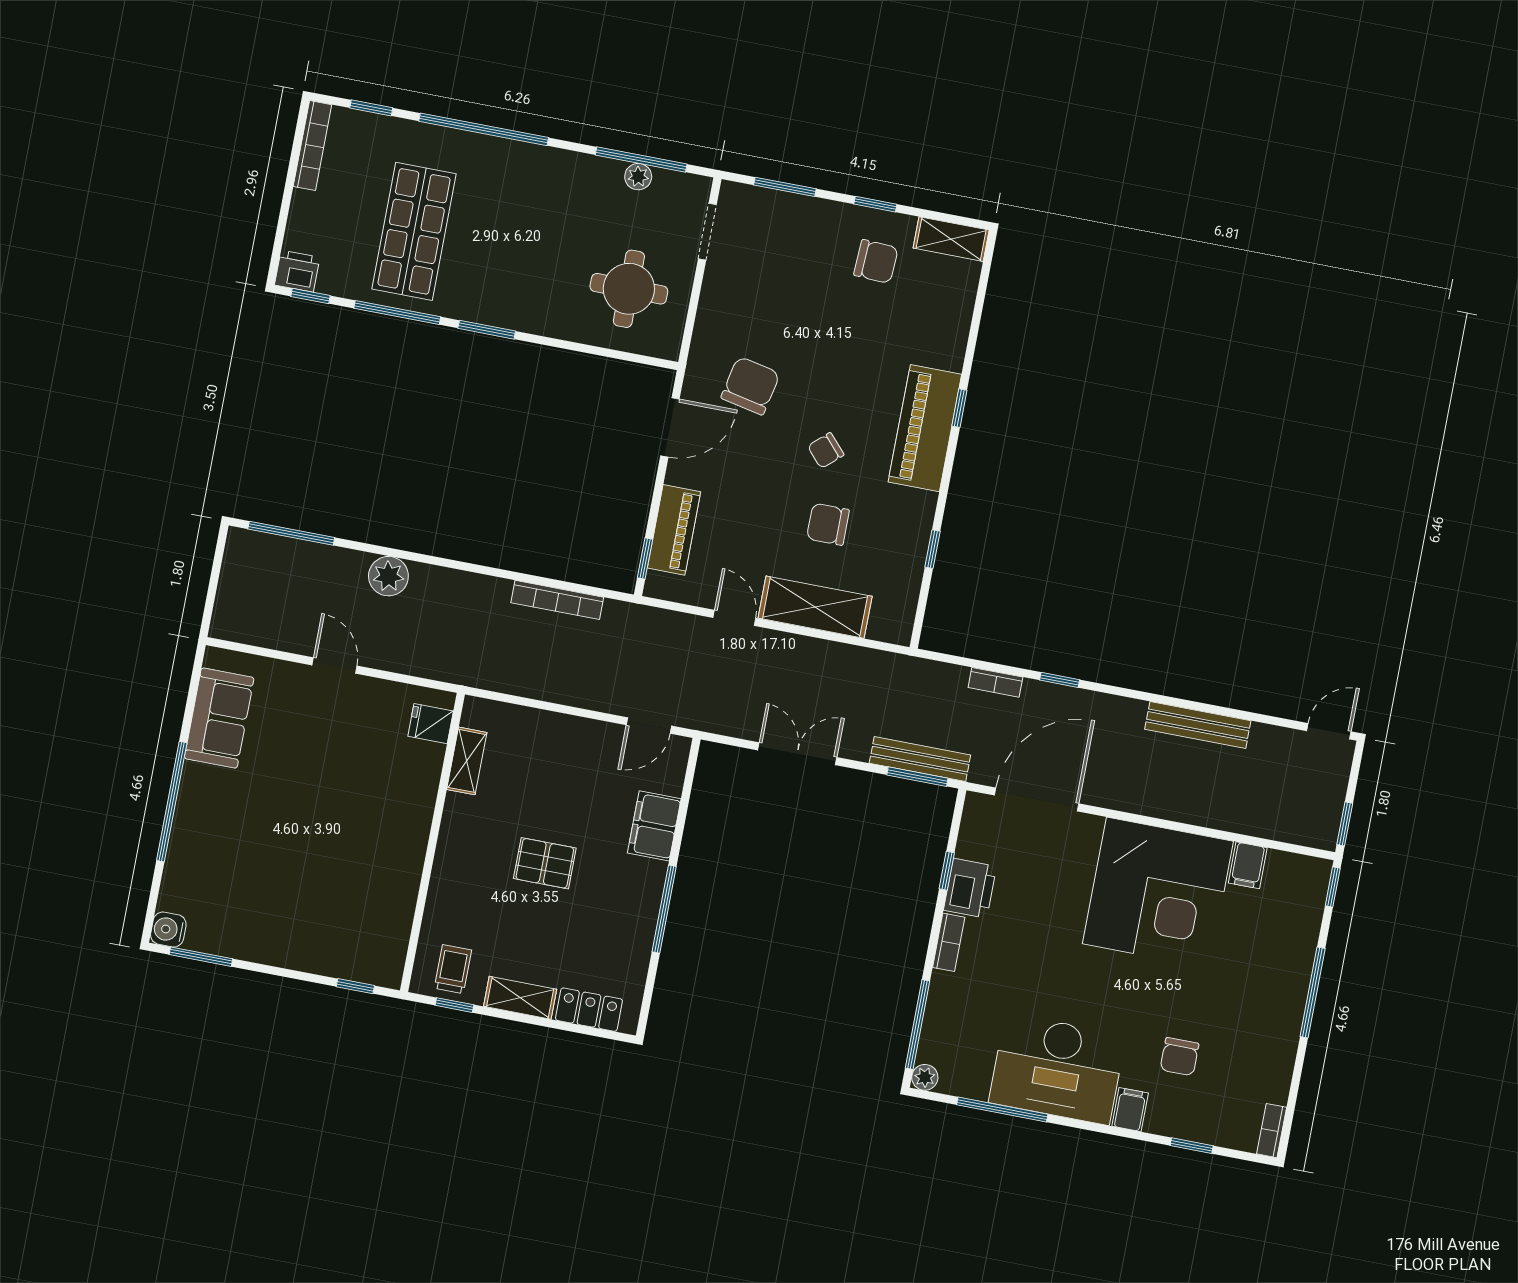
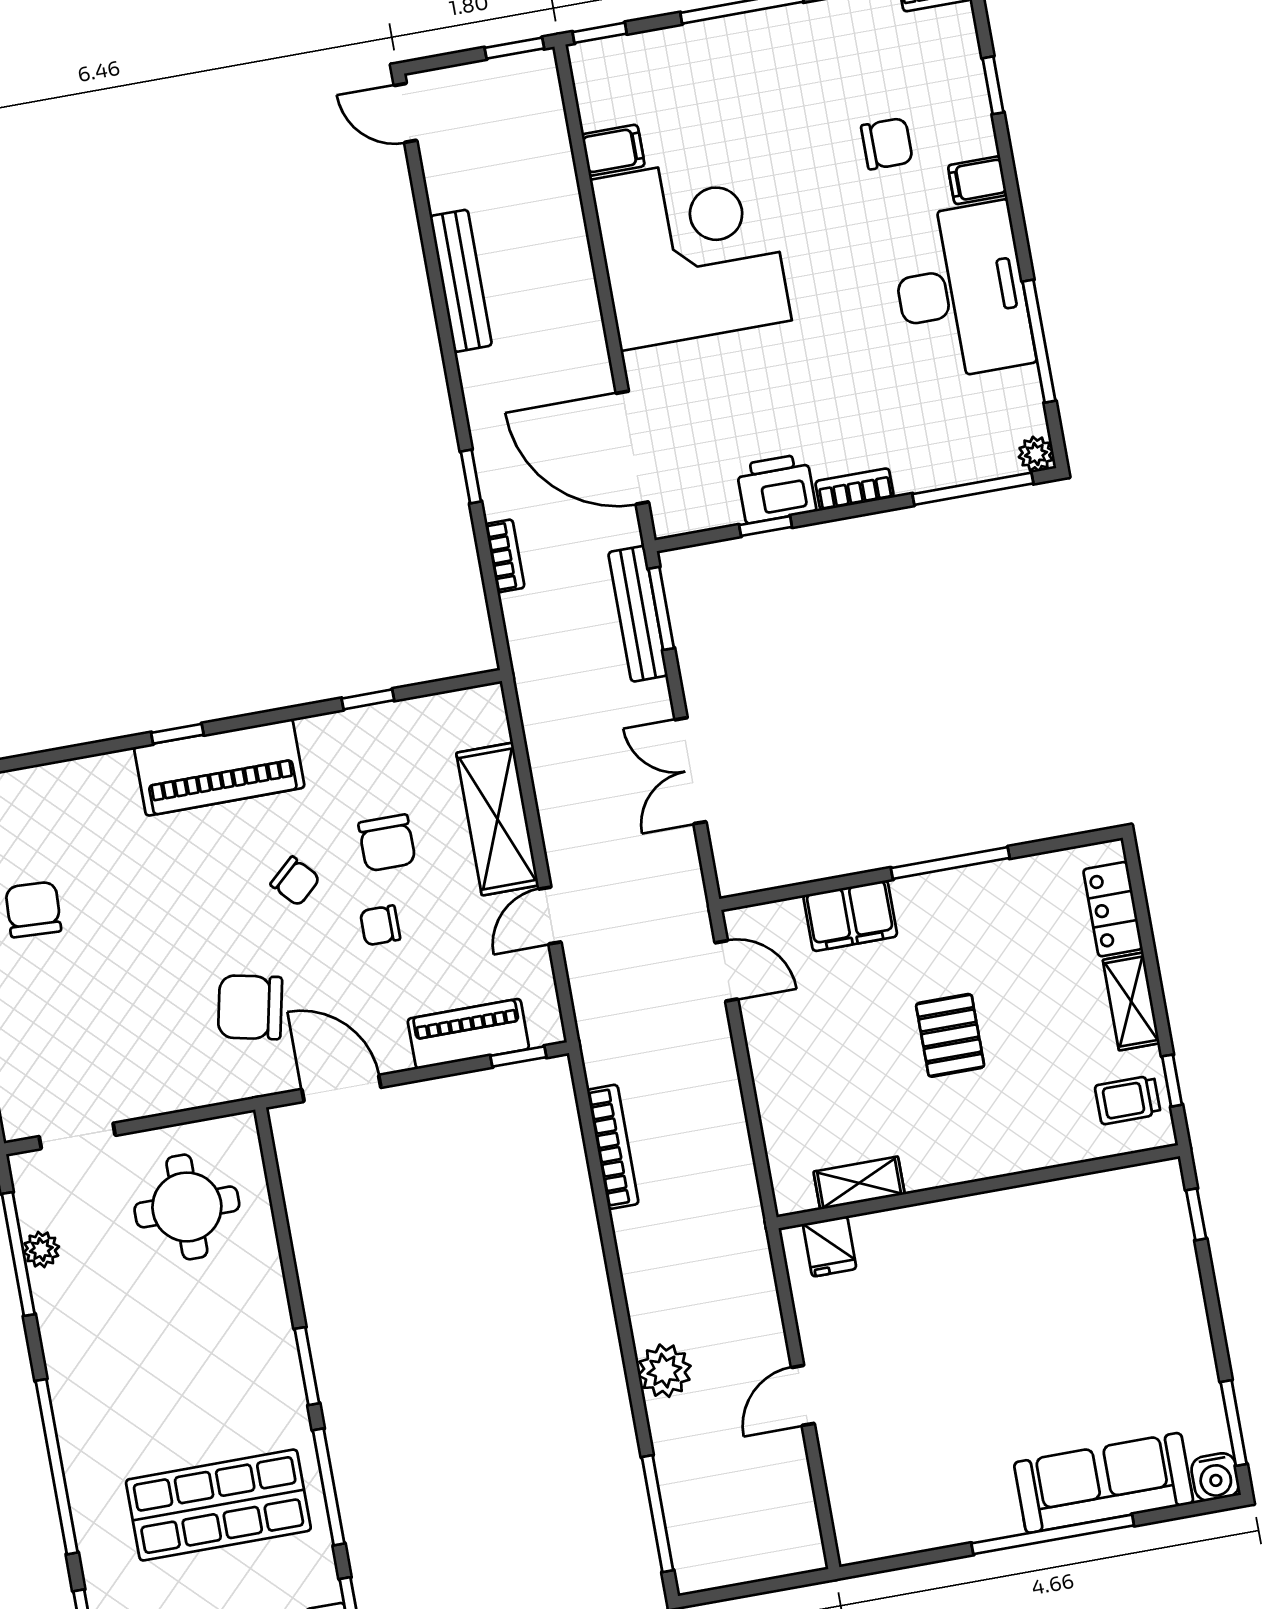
chair: (773, 498) -> (380, 925), added
sofa: (219, 718) -> (1104, 1483), moved, width x1.36

